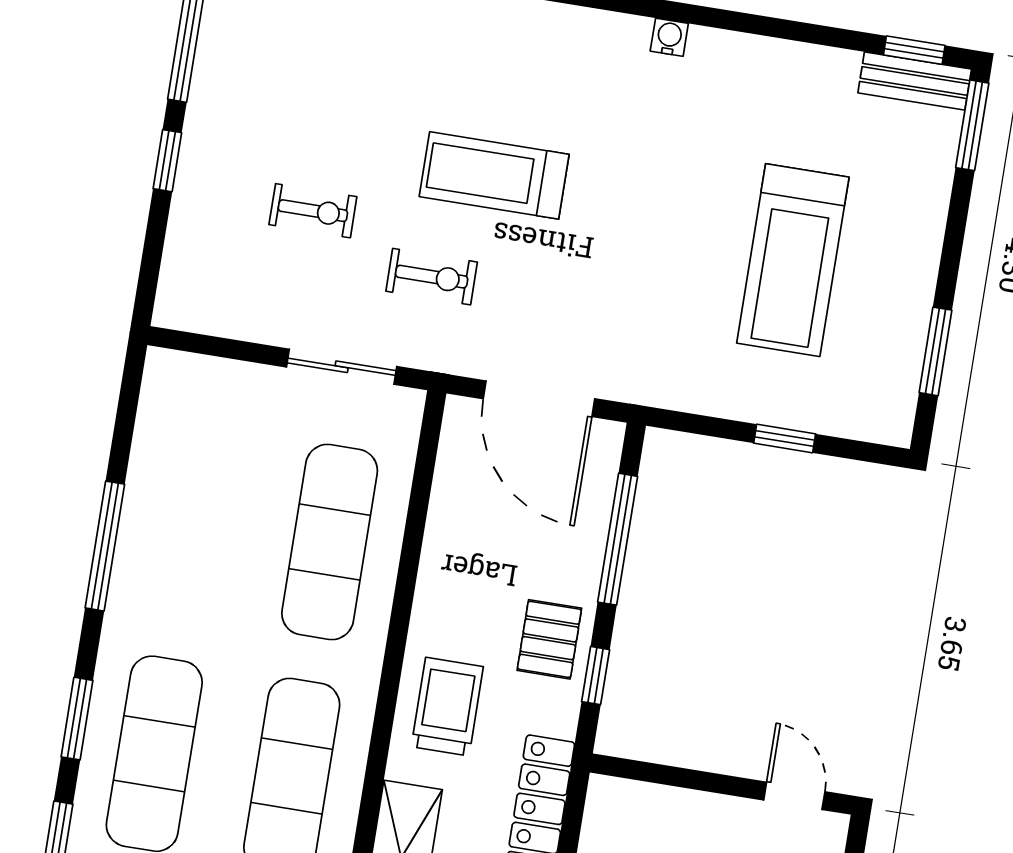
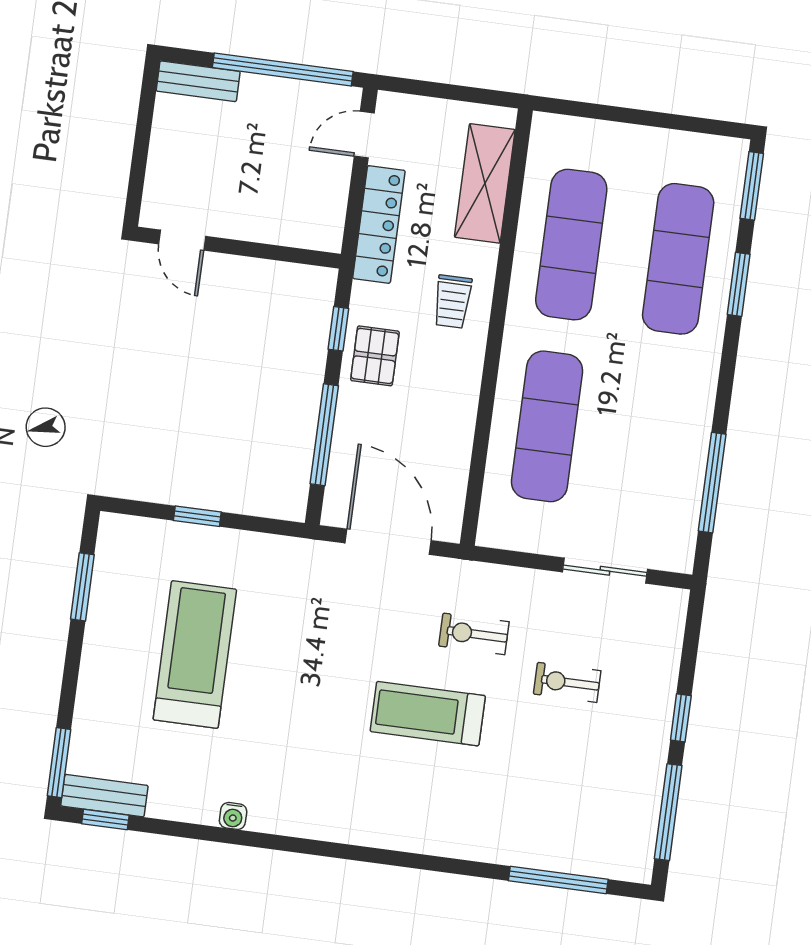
water cooler: (669, 37) -> (233, 816), moved
treadmill: (494, 175) -> (428, 714), turned 180
sliding door: (342, 367) -> (605, 571), moved
window: (105, 546) -> (712, 483), moved
trolley: (447, 707) -> (452, 302), width x0.73, depth x0.72

